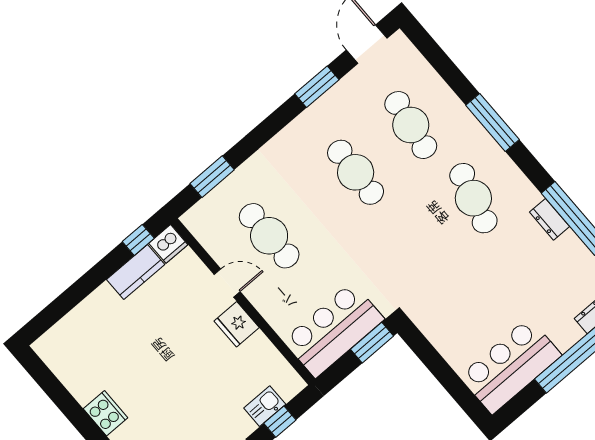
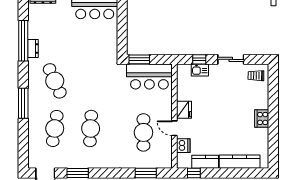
cafe table: (473, 198) -> (55, 81), turned -39
dishwasher: (168, 244) -> (183, 146), moved, turned 90
kitchen counter: (83, 318) -> (240, 162), added

